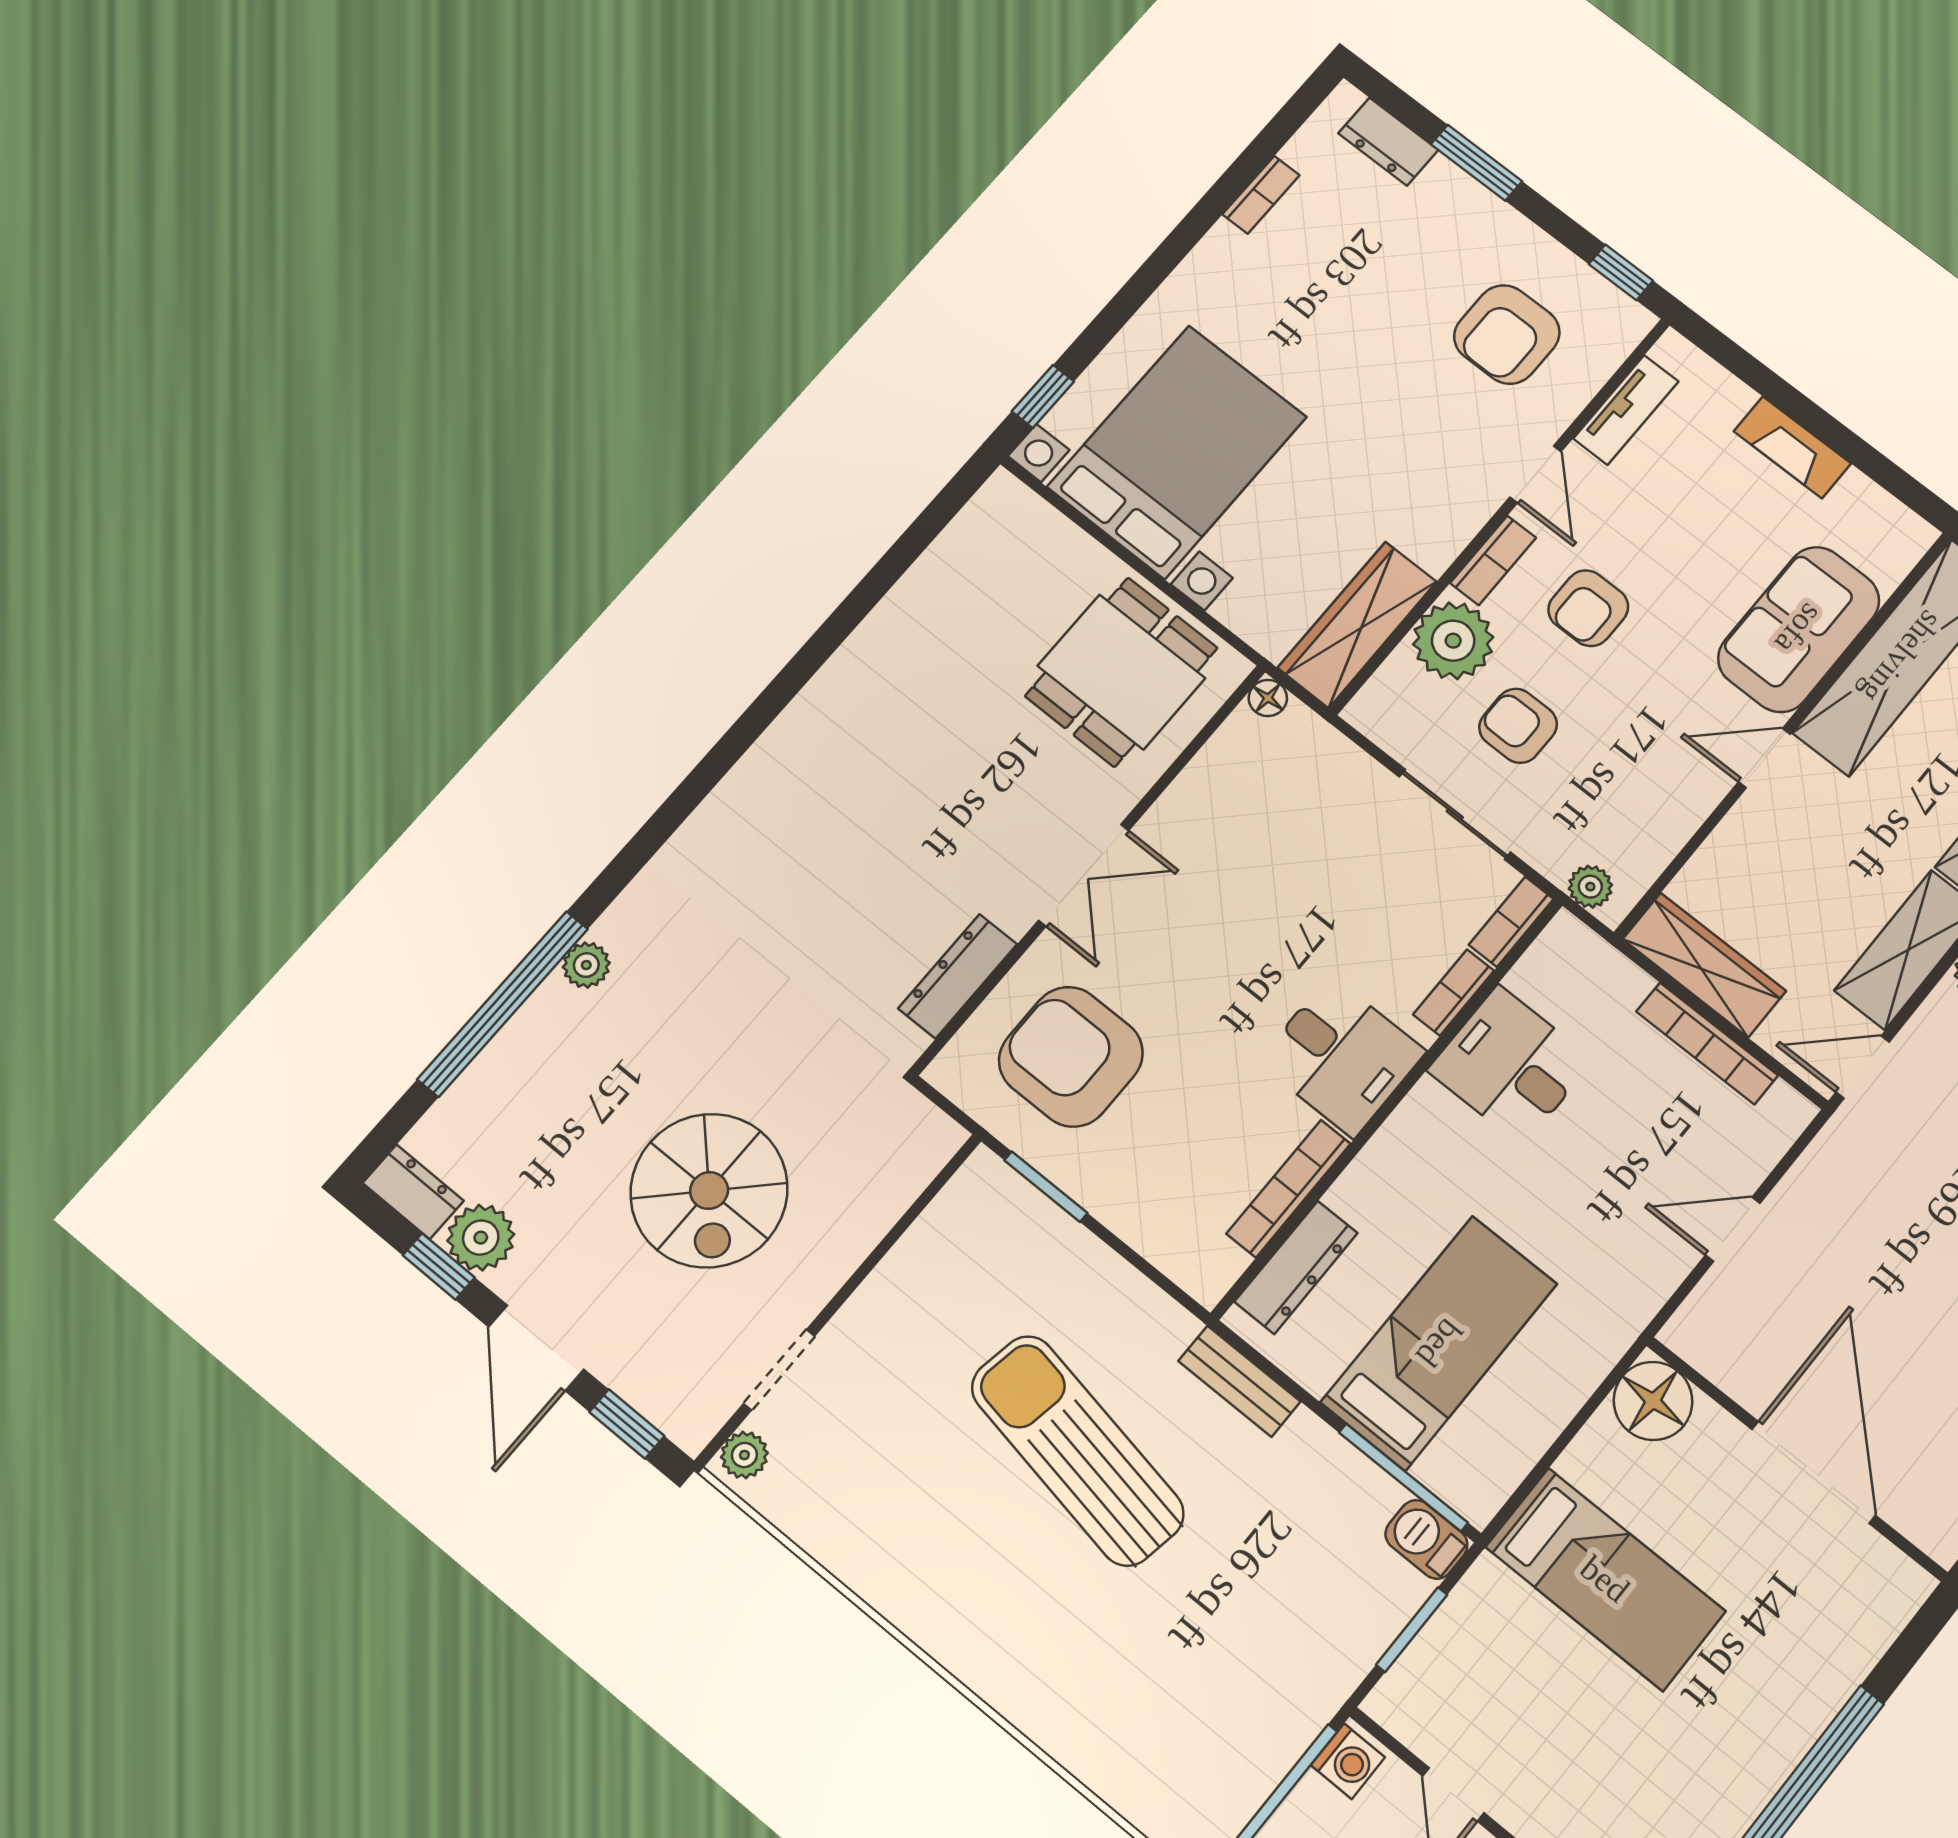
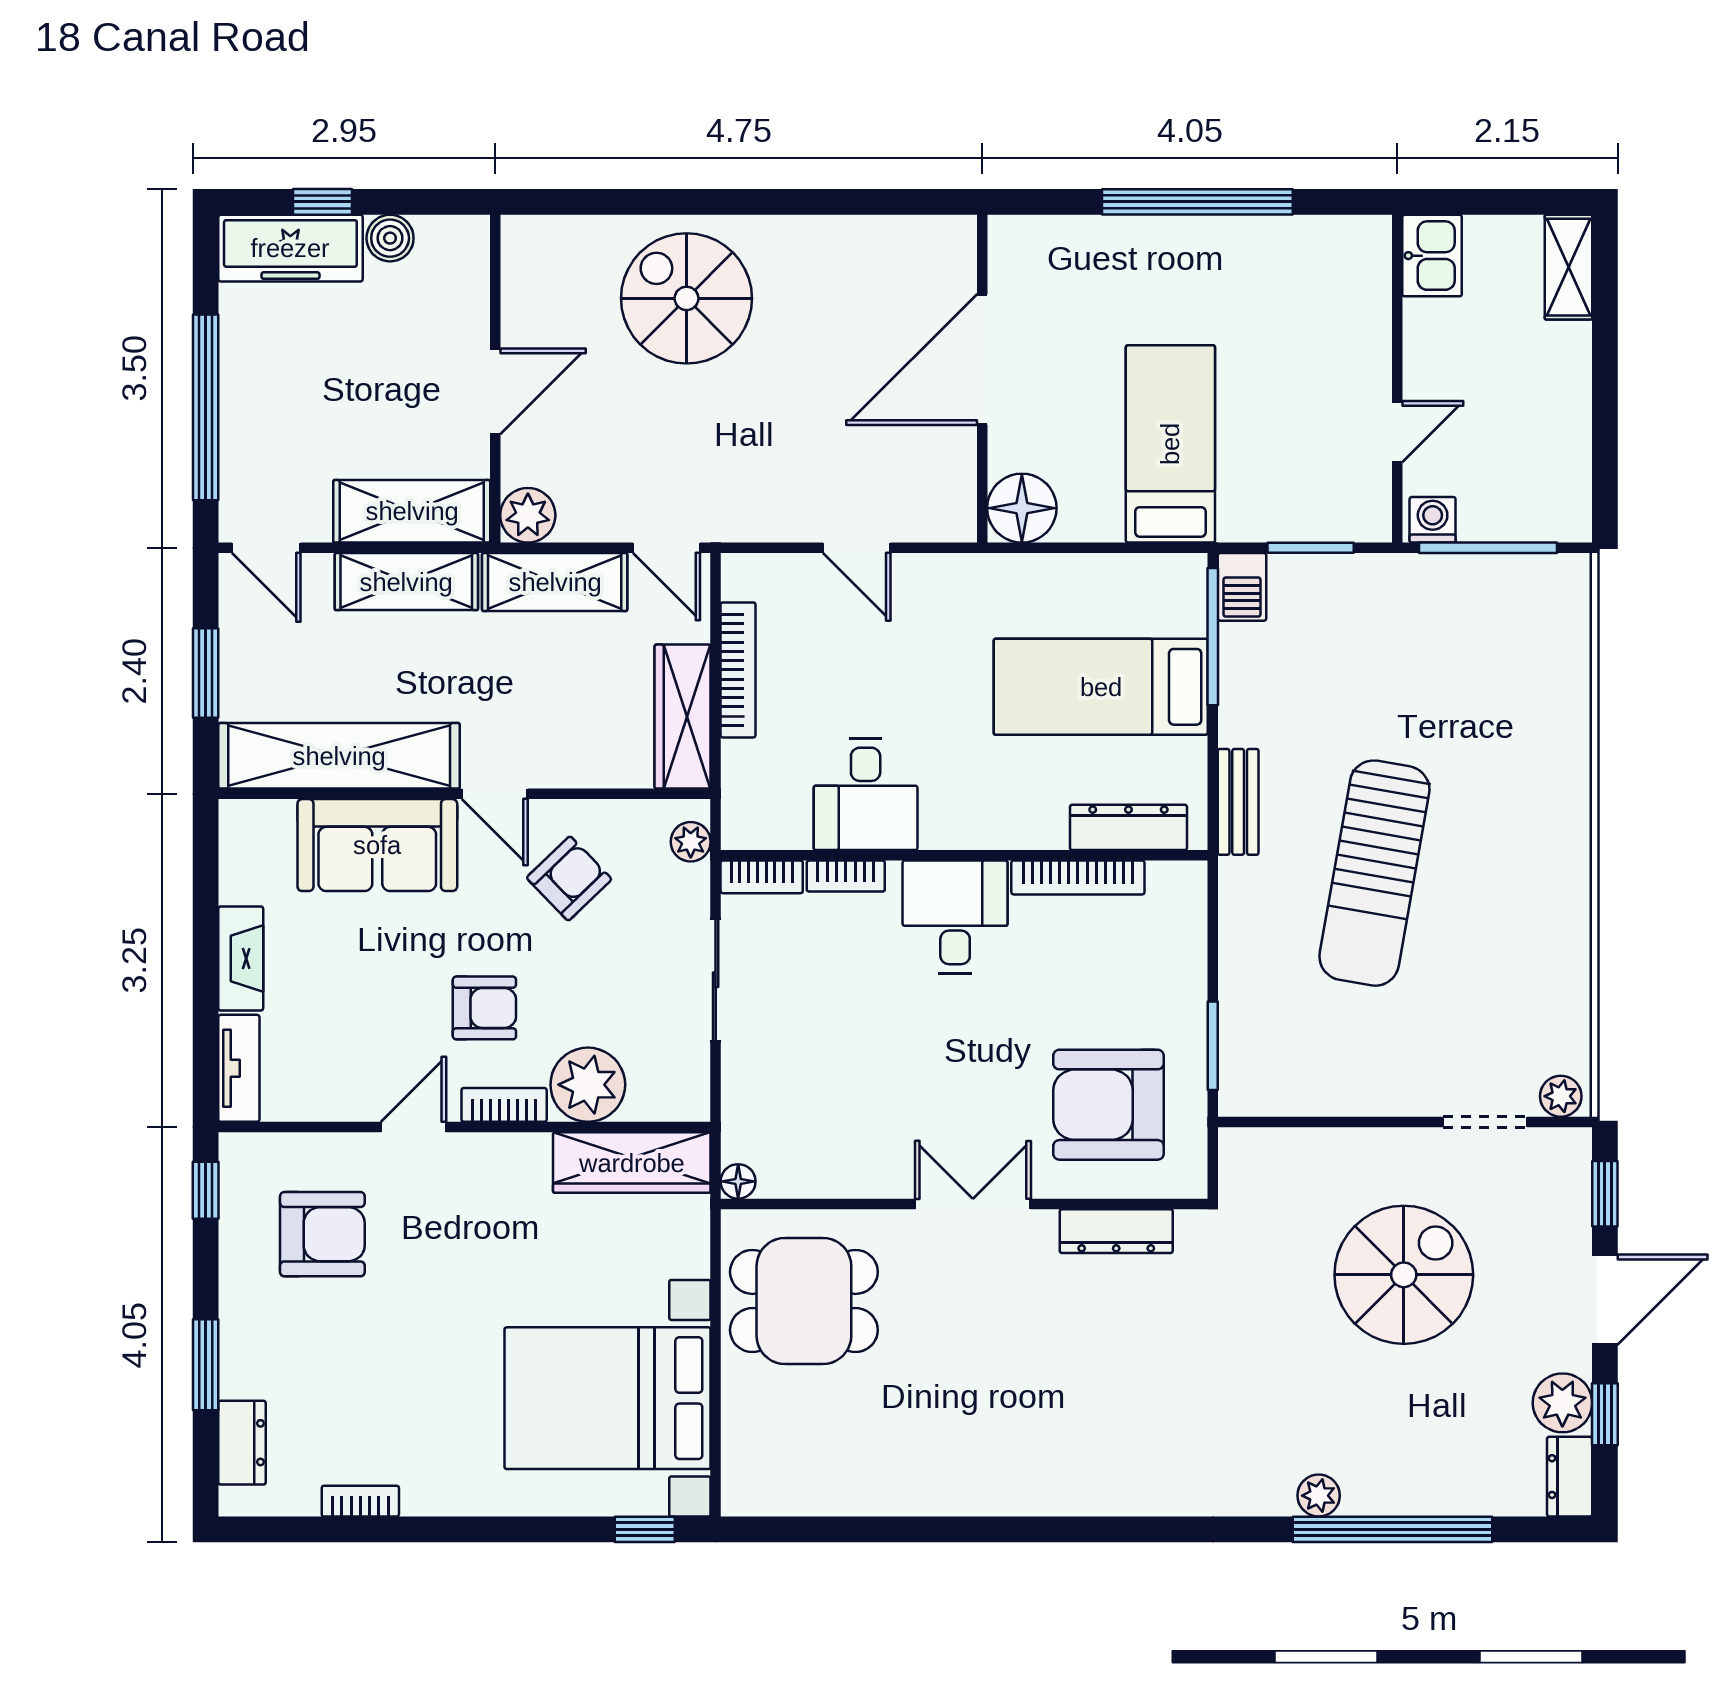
tv unit: (1626, 410) -> (239, 1068), moved, turned 90
armchair: (1518, 726) -> (569, 878), moved, turned -134
armchair: (1071, 1057) -> (1108, 1105), turned 90

